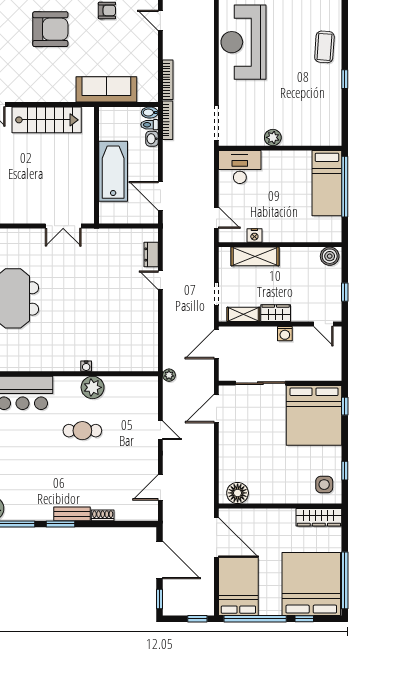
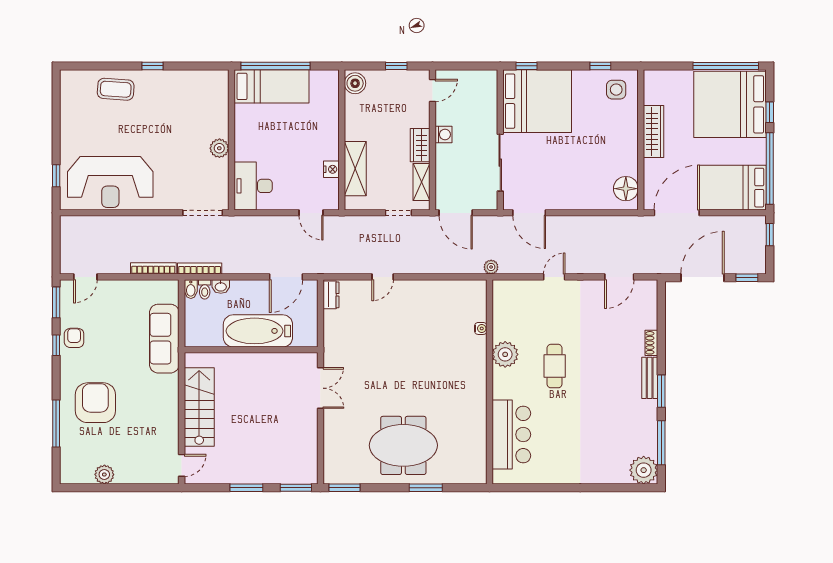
door: (216, 218) -> (311, 213), swing flipped
dresser: (151, 254) -> (331, 295), moved, turned -90
water cooler: (86, 366) -> (481, 328), moved
door: (160, 487) -> (619, 277), hinge flipped
wardrobe: (319, 517) -> (654, 131), moved

